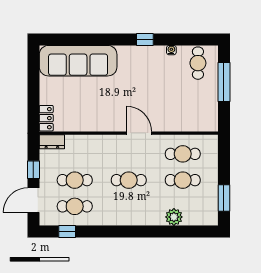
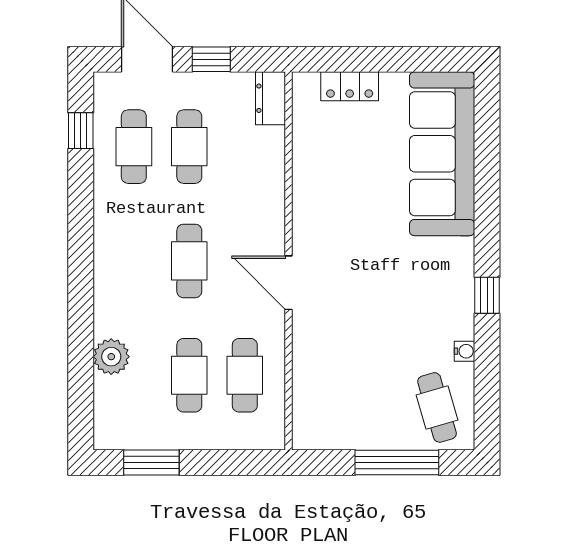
cafe table: (198, 63) -> (437, 407), turned 74
locker: (46, 118) -> (350, 86), moved
door: (139, 133) -> (289, 283), swing flipped

